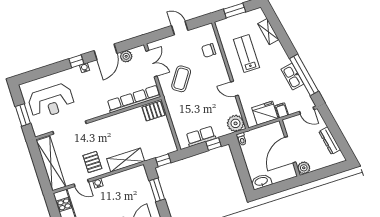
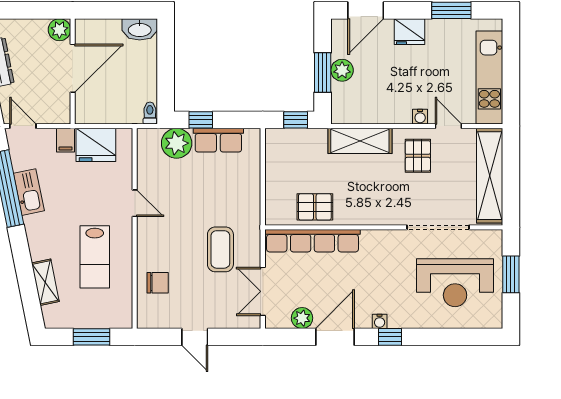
coffee table: (181, 79) -> (220, 249), turned -34
reception desk: (51, 101) -> (455, 283), turned 180
pallet: (154, 111) -> (315, 207), moved
plant: (236, 123) -> (177, 143), moved
plant: (147, 194) -> (342, 70), added

